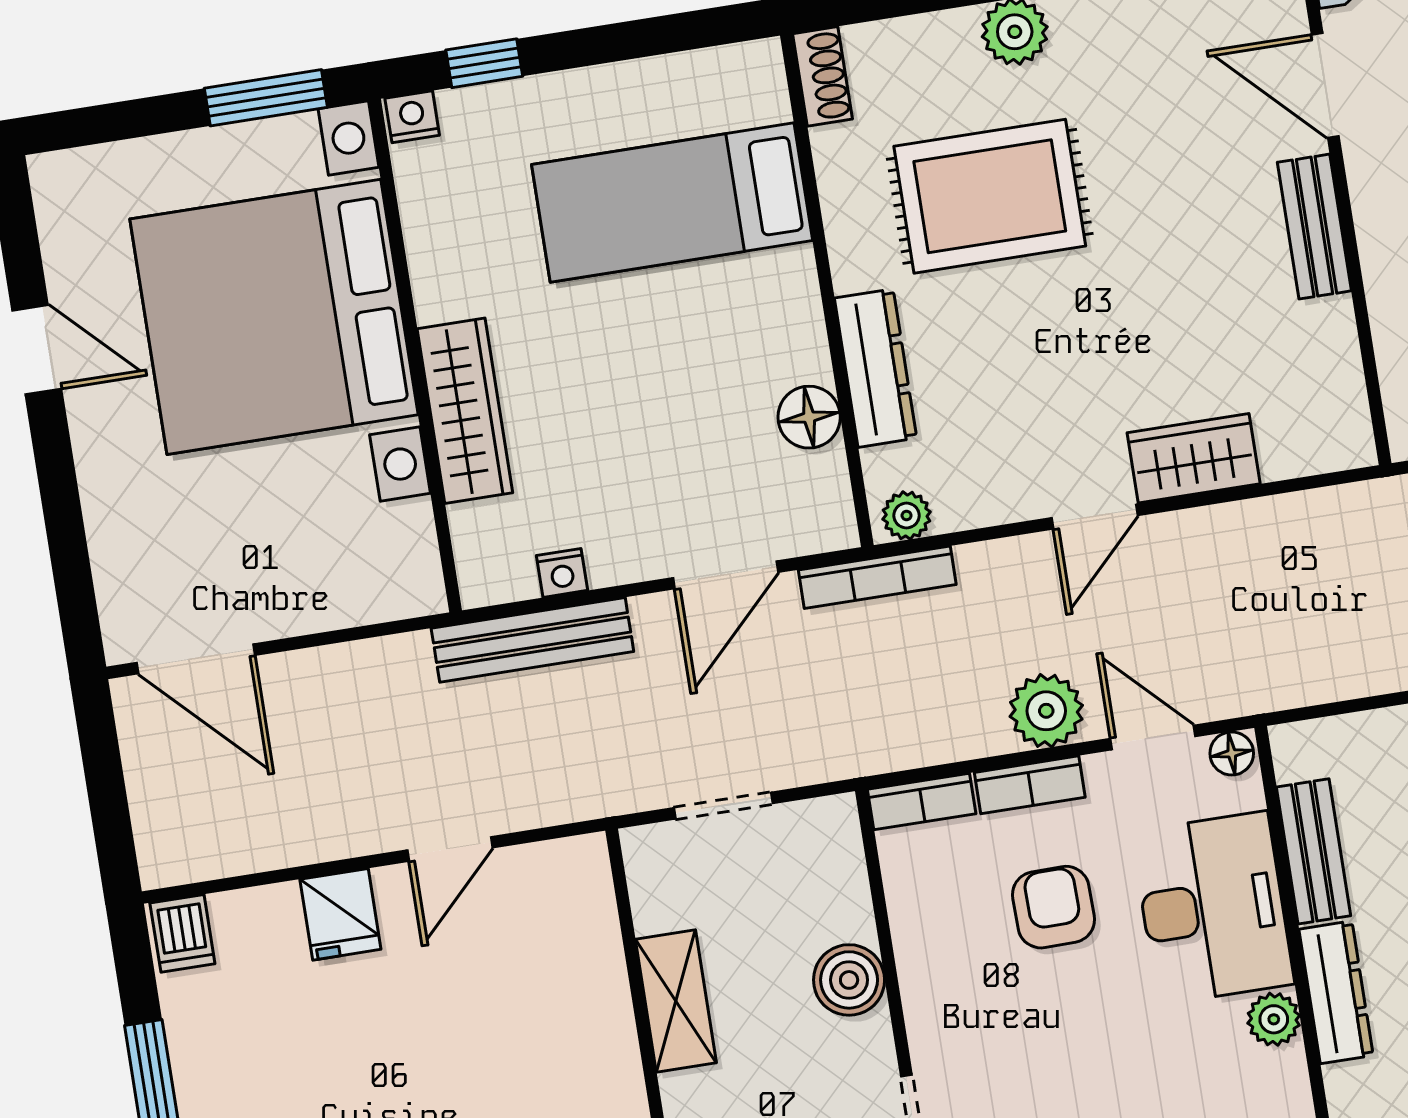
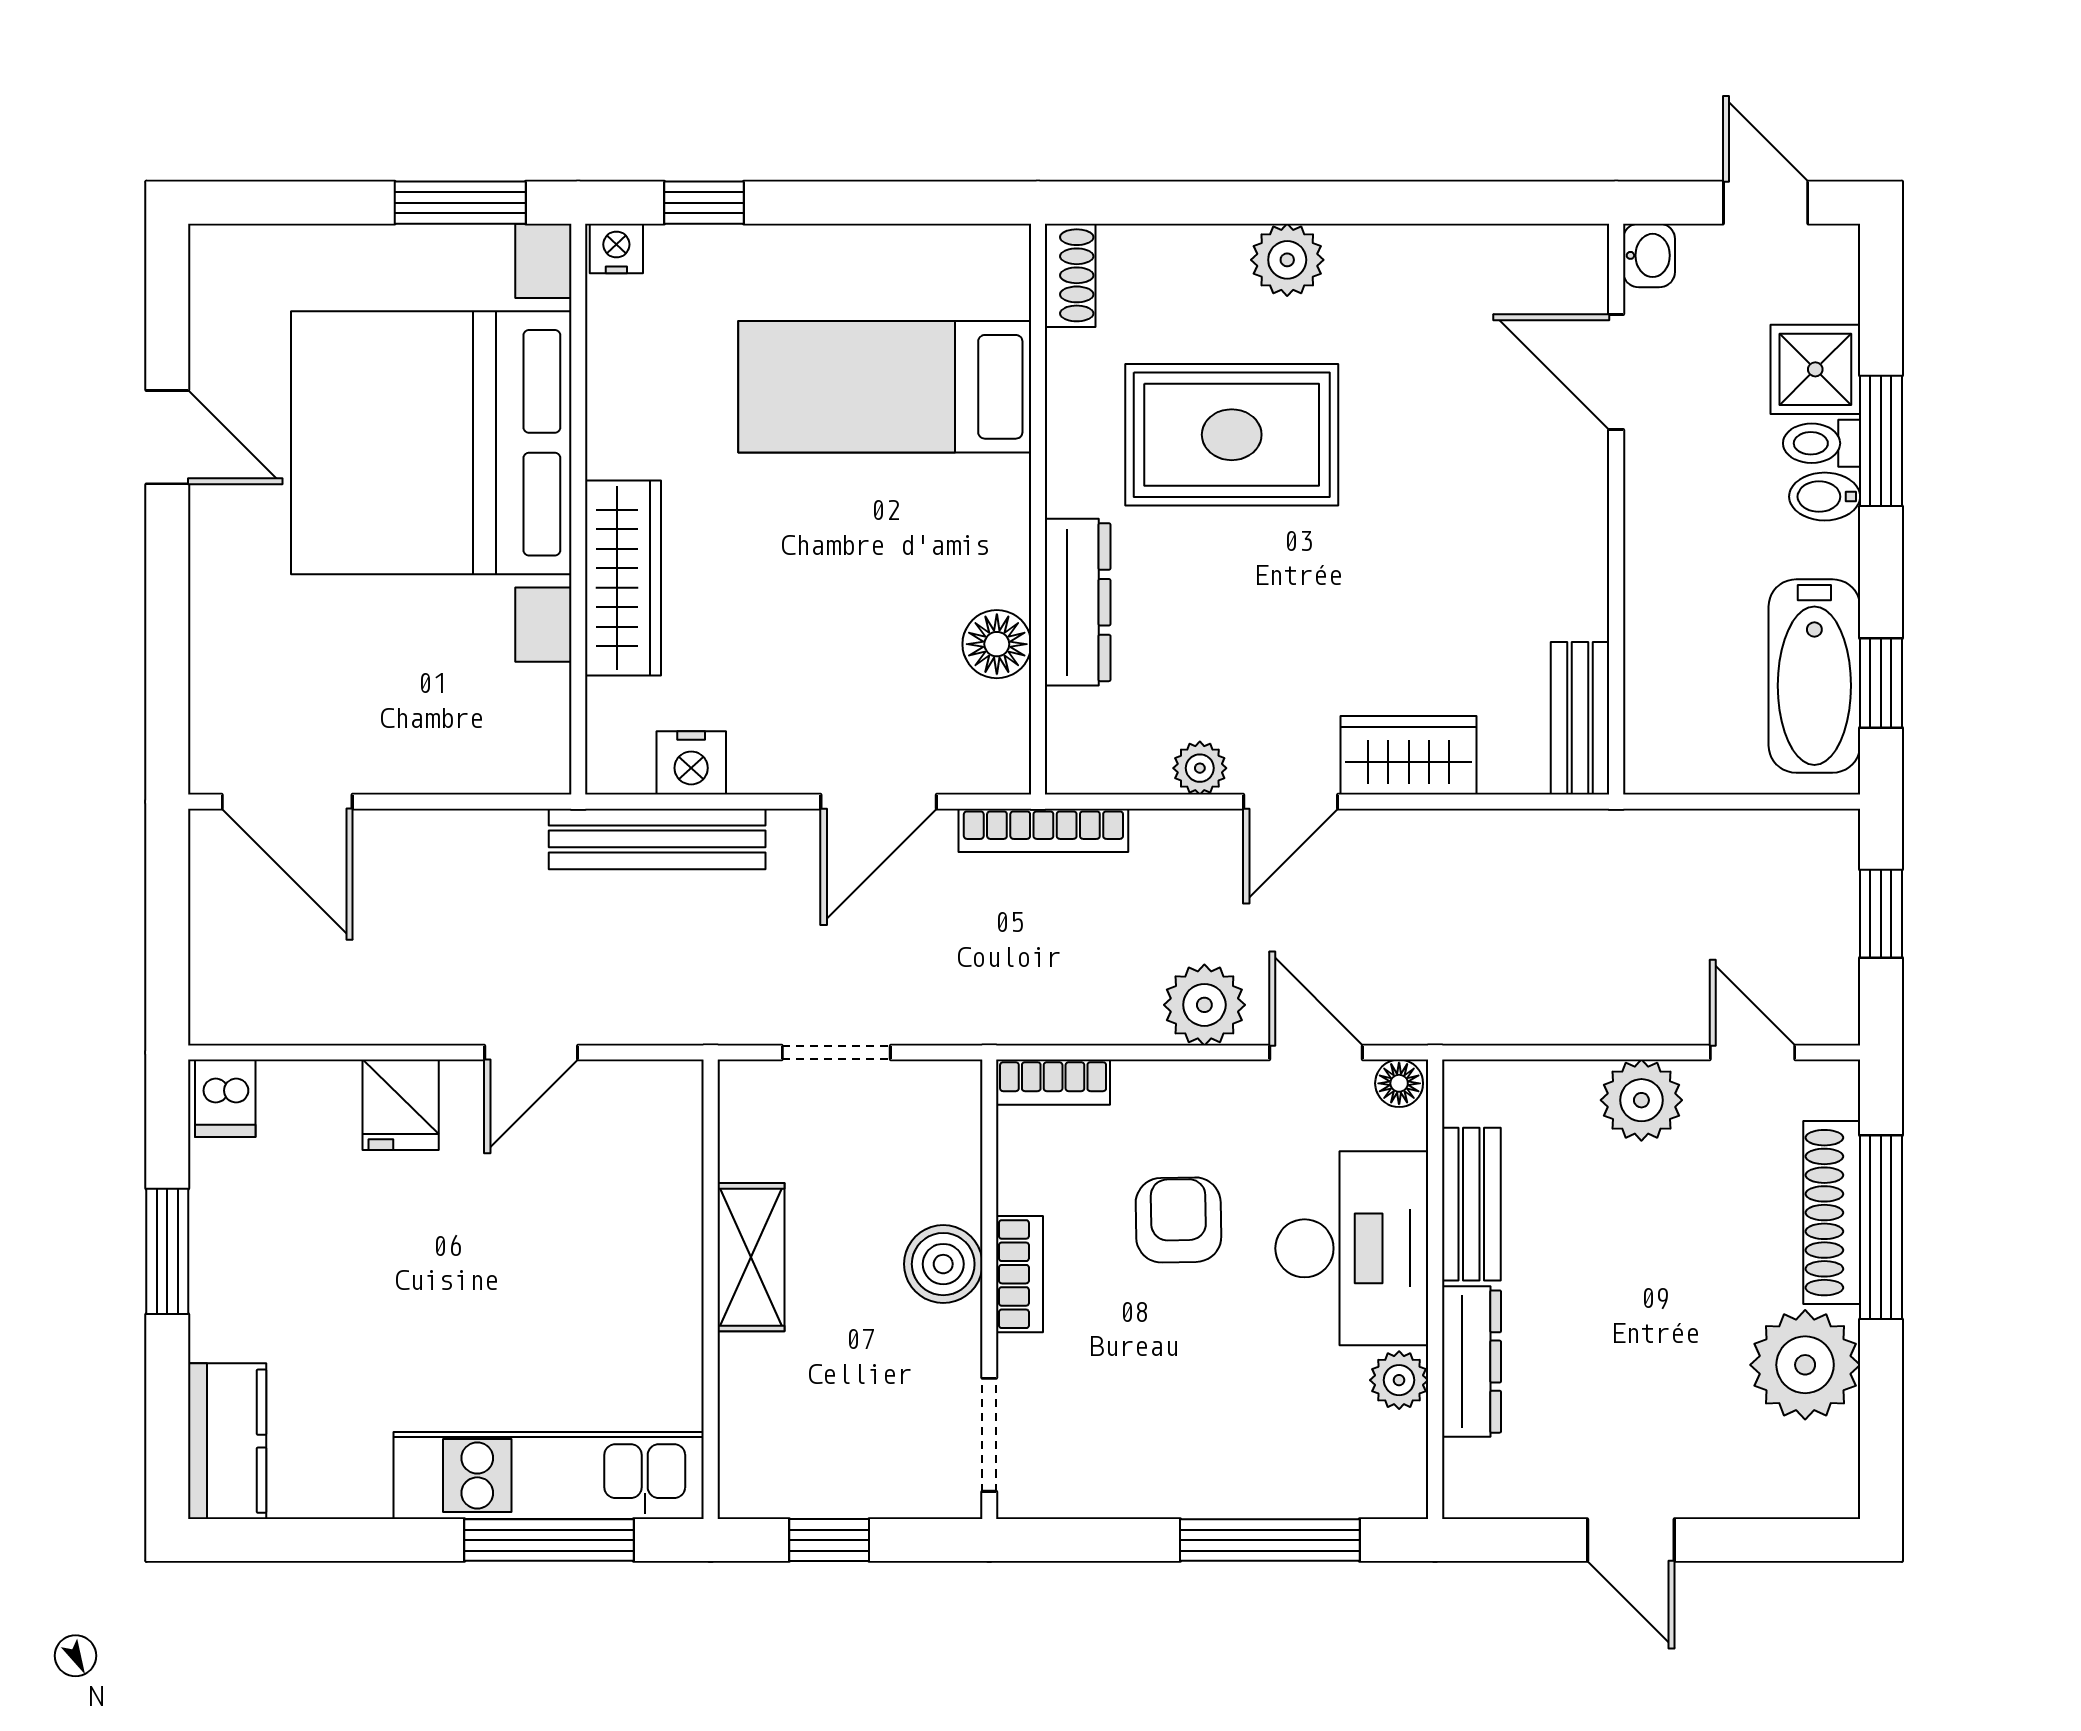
bench: (1314, 227) -> (1580, 718), moved
plant: (907, 516) -> (1200, 768), moved
nightstand: (562, 573) -> (691, 763), width x1.39, depth x1.35
bookcase: (1030, 785) -> (1019, 1274), moved, turned -90

